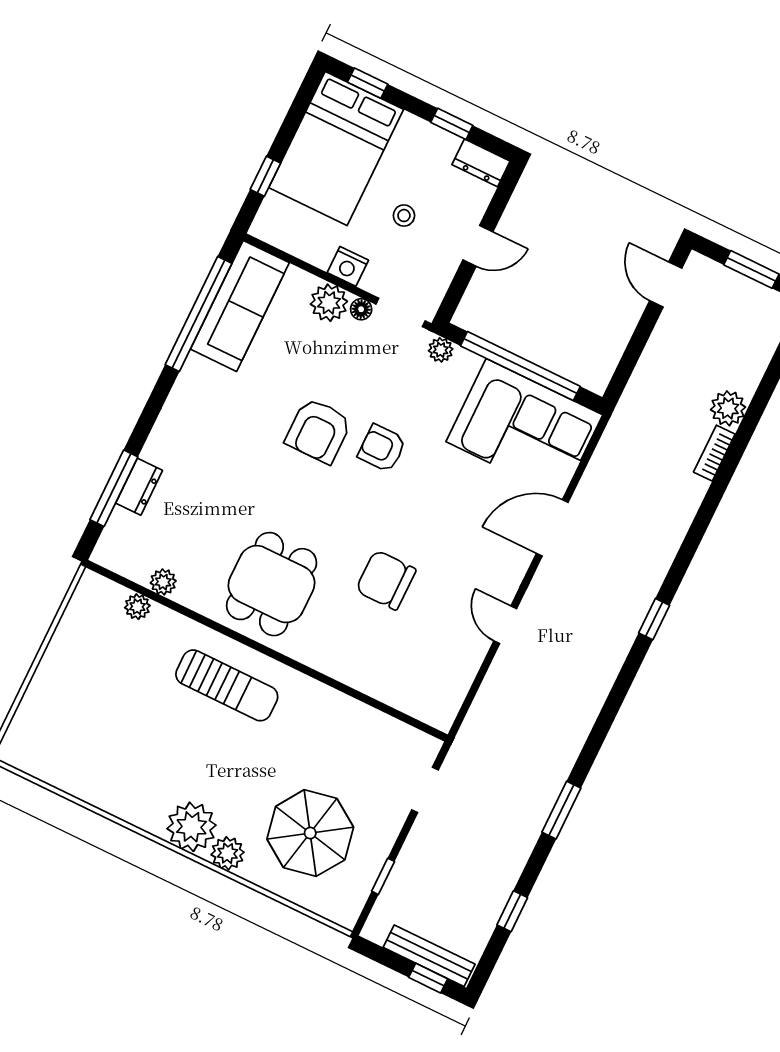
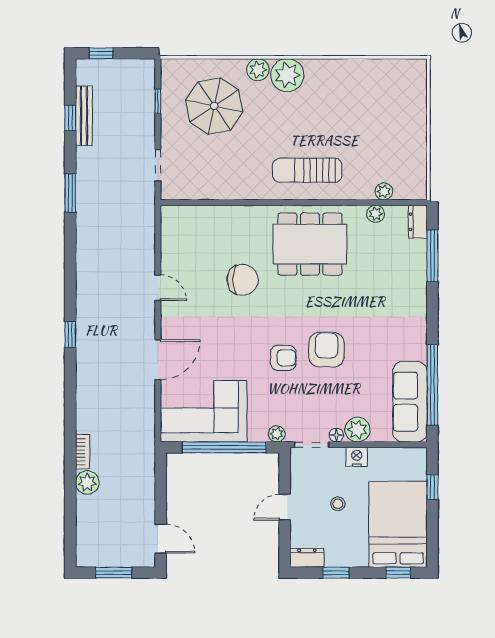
dresser: (139, 487) -> (418, 222), moved
dining table: (272, 584) -> (310, 244), width x1.38
bench: (429, 956) -> (84, 116), moved, turned 90

